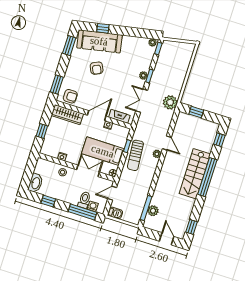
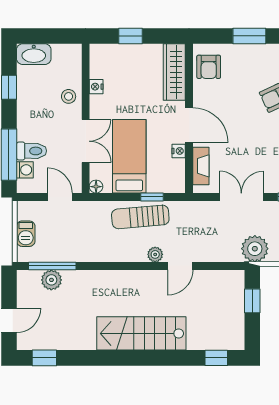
window: (57, 84) -> (249, 36), moved
window: (207, 177) -> (143, 358), removed
barbecue: (115, 213) -> (26, 234), moved

